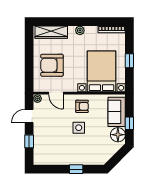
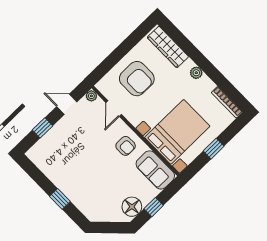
armchair: (52, 65) -> (137, 79), turned 180
sofa: (117, 112) -> (155, 170), moved, turned -90
side table: (79, 128) -> (102, 163), removed

